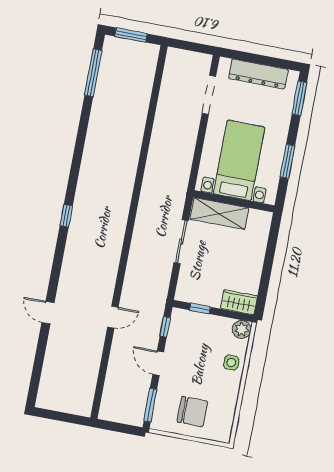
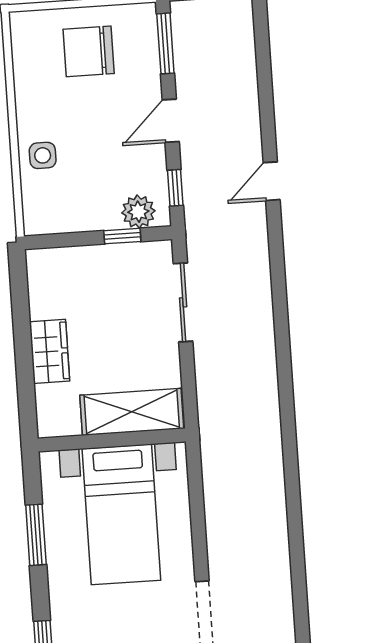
sliding door: (181, 242) -> (183, 302), moved
wardrobe: (239, 302) -> (50, 351), moved, turned -90
plant: (242, 329) -> (138, 212), moved
door: (158, 363) -> (171, 121), swing flipped

